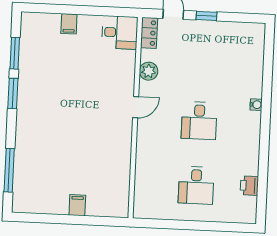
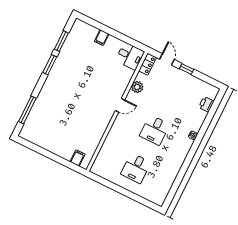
printer: (249, 186) -> (206, 104), moved
filing cabinet: (77, 205) -> (78, 158), moved

